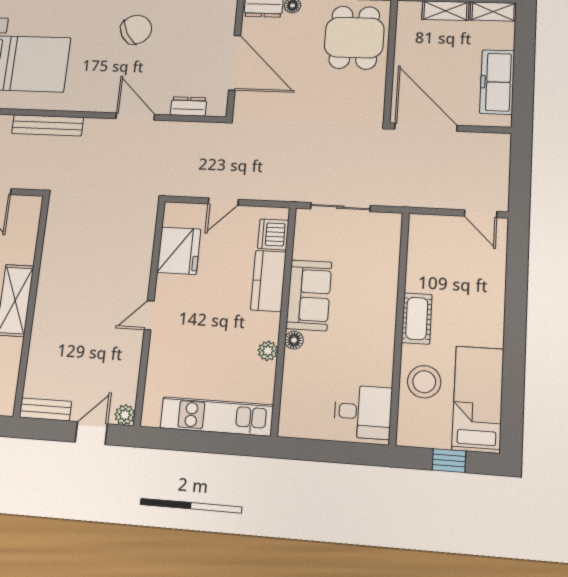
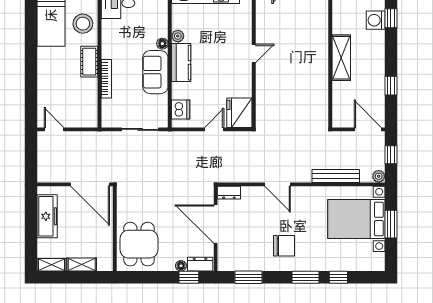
chair: (136, 29) -> (284, 246), turned -150
dresser: (189, 106) -> (229, 193), moved
fridge: (179, 251) -> (239, 113), moved
kitchen counter: (268, 281) -> (181, 63), moved
bookcase: (390, 289) -> (106, 79), added

